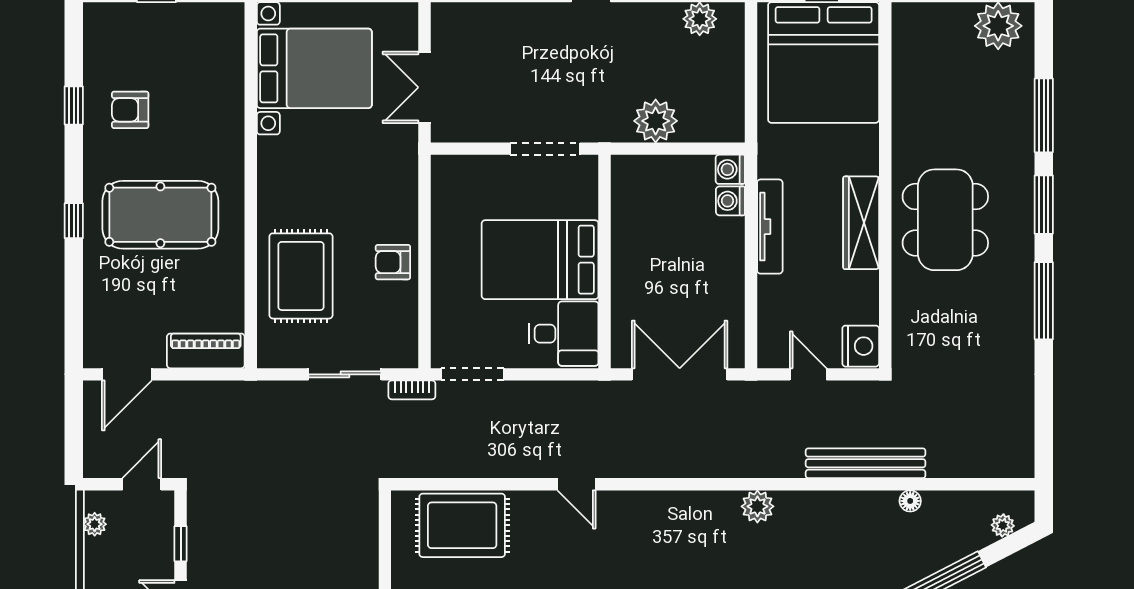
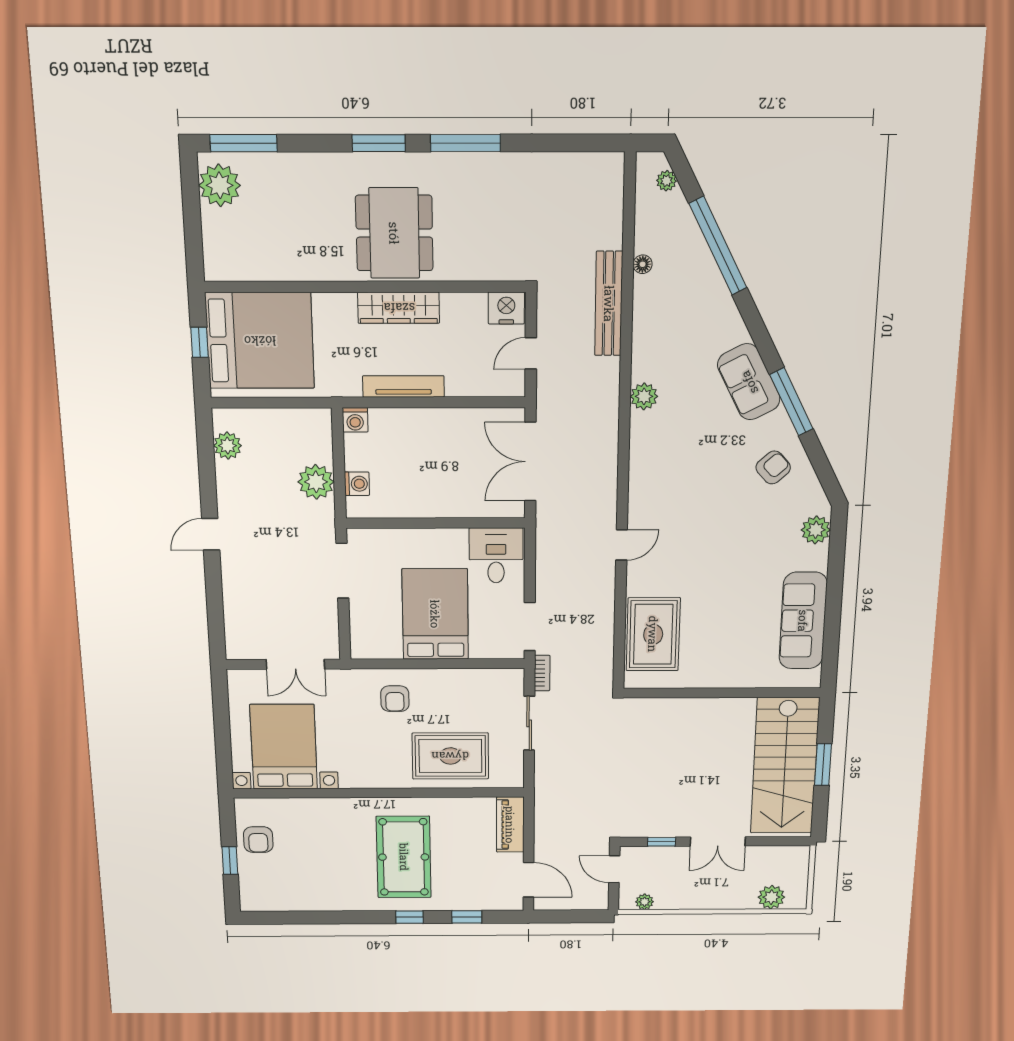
window: (74, 105) -> (467, 917), moved
armchair: (130, 110) -> (258, 840), moved
window: (1044, 115) -> (244, 143), moved
washing machine: (730, 201) -> (357, 484), moved, turned -90
dining table: (945, 220) -> (394, 233), turned 90
bed: (540, 260) -> (435, 614), moved, turned 180
armchair: (393, 262) -> (395, 699), moved

